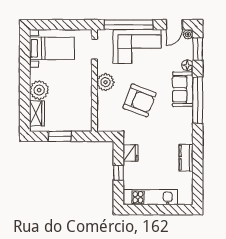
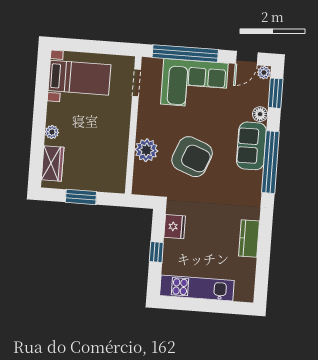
plant: (105, 82) -> (146, 150), moved
plant: (39, 90) -> (52, 132), width x0.53, depth x0.53

